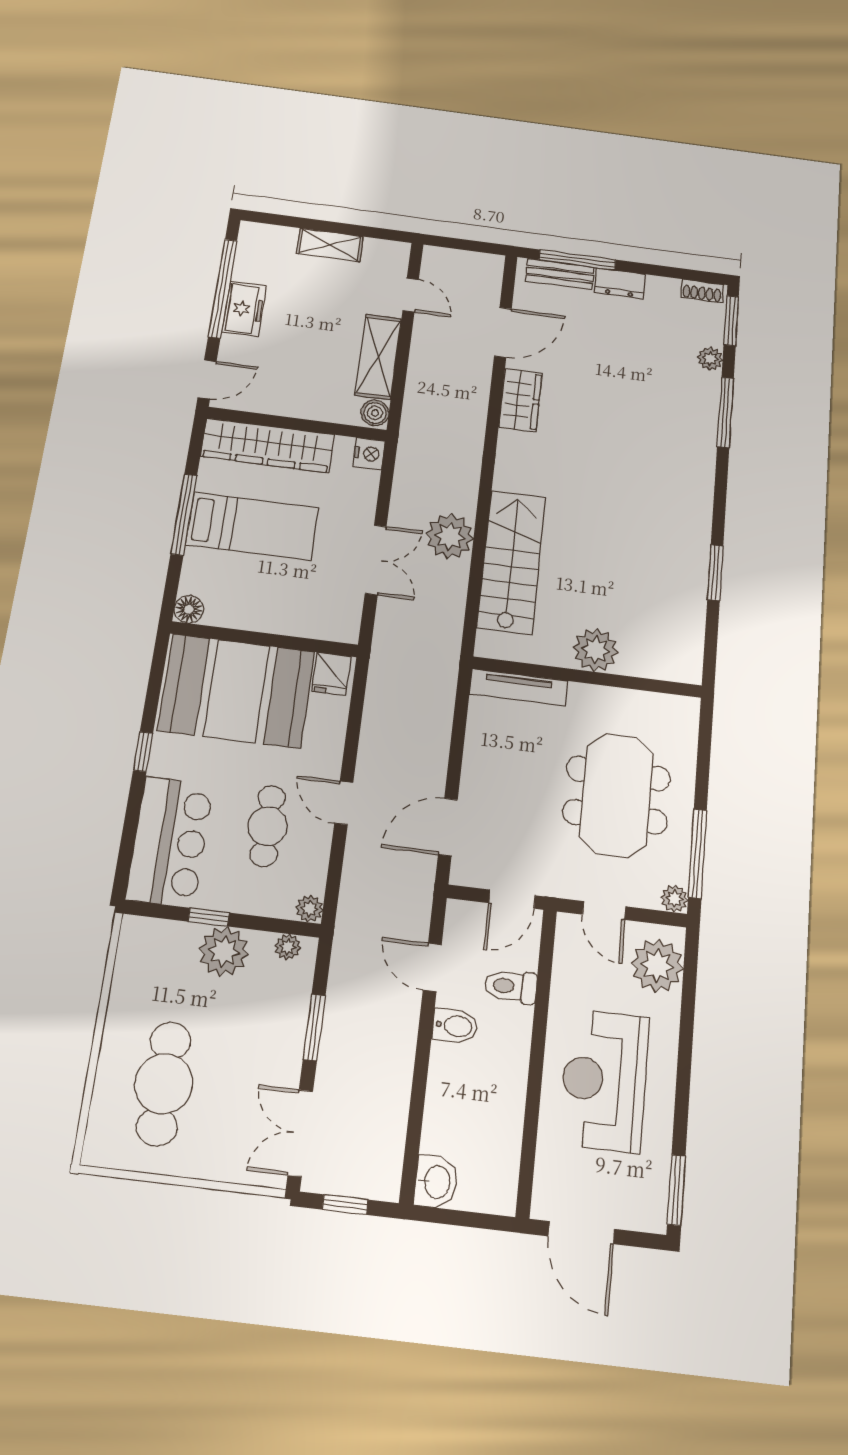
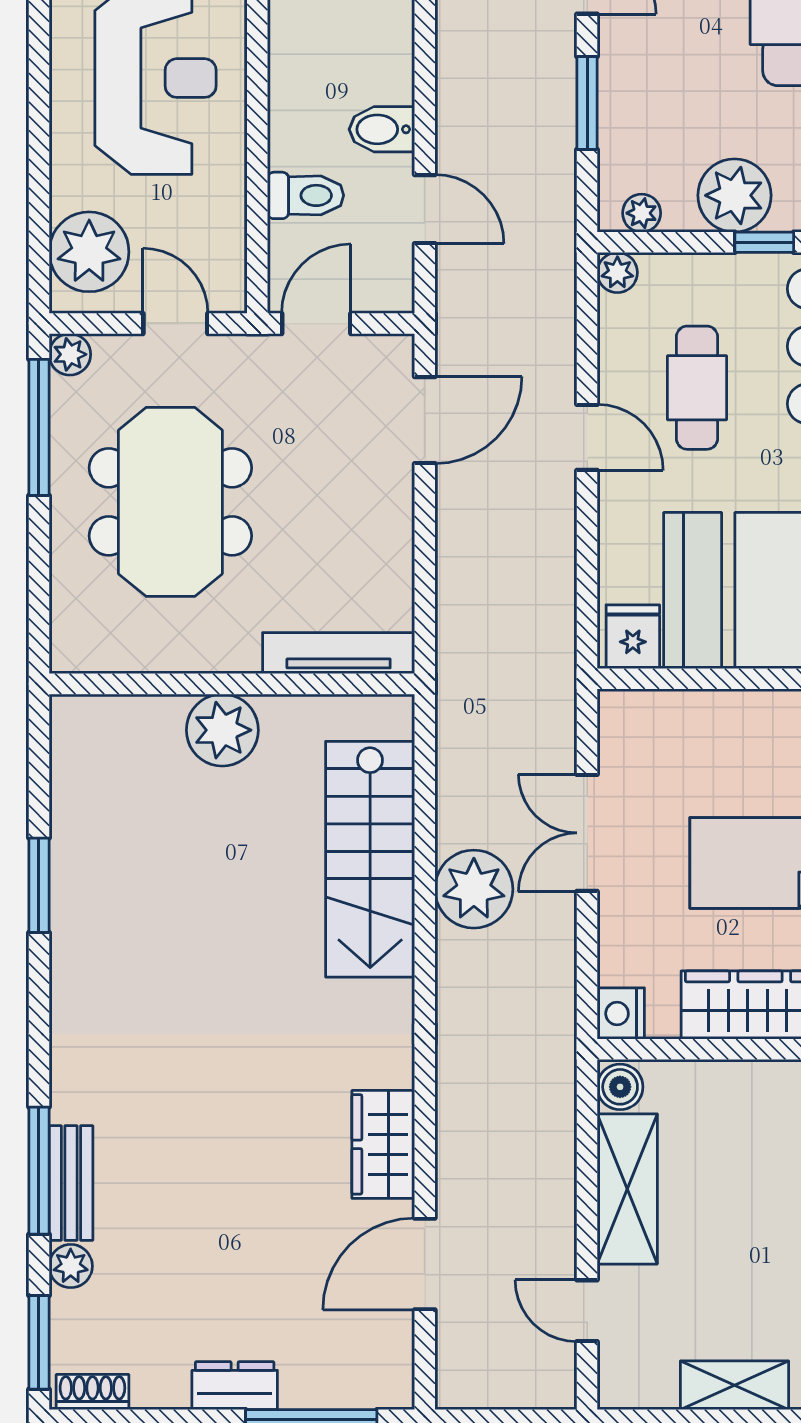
bench: (560, 274) -> (71, 1183), moved, turned 90

